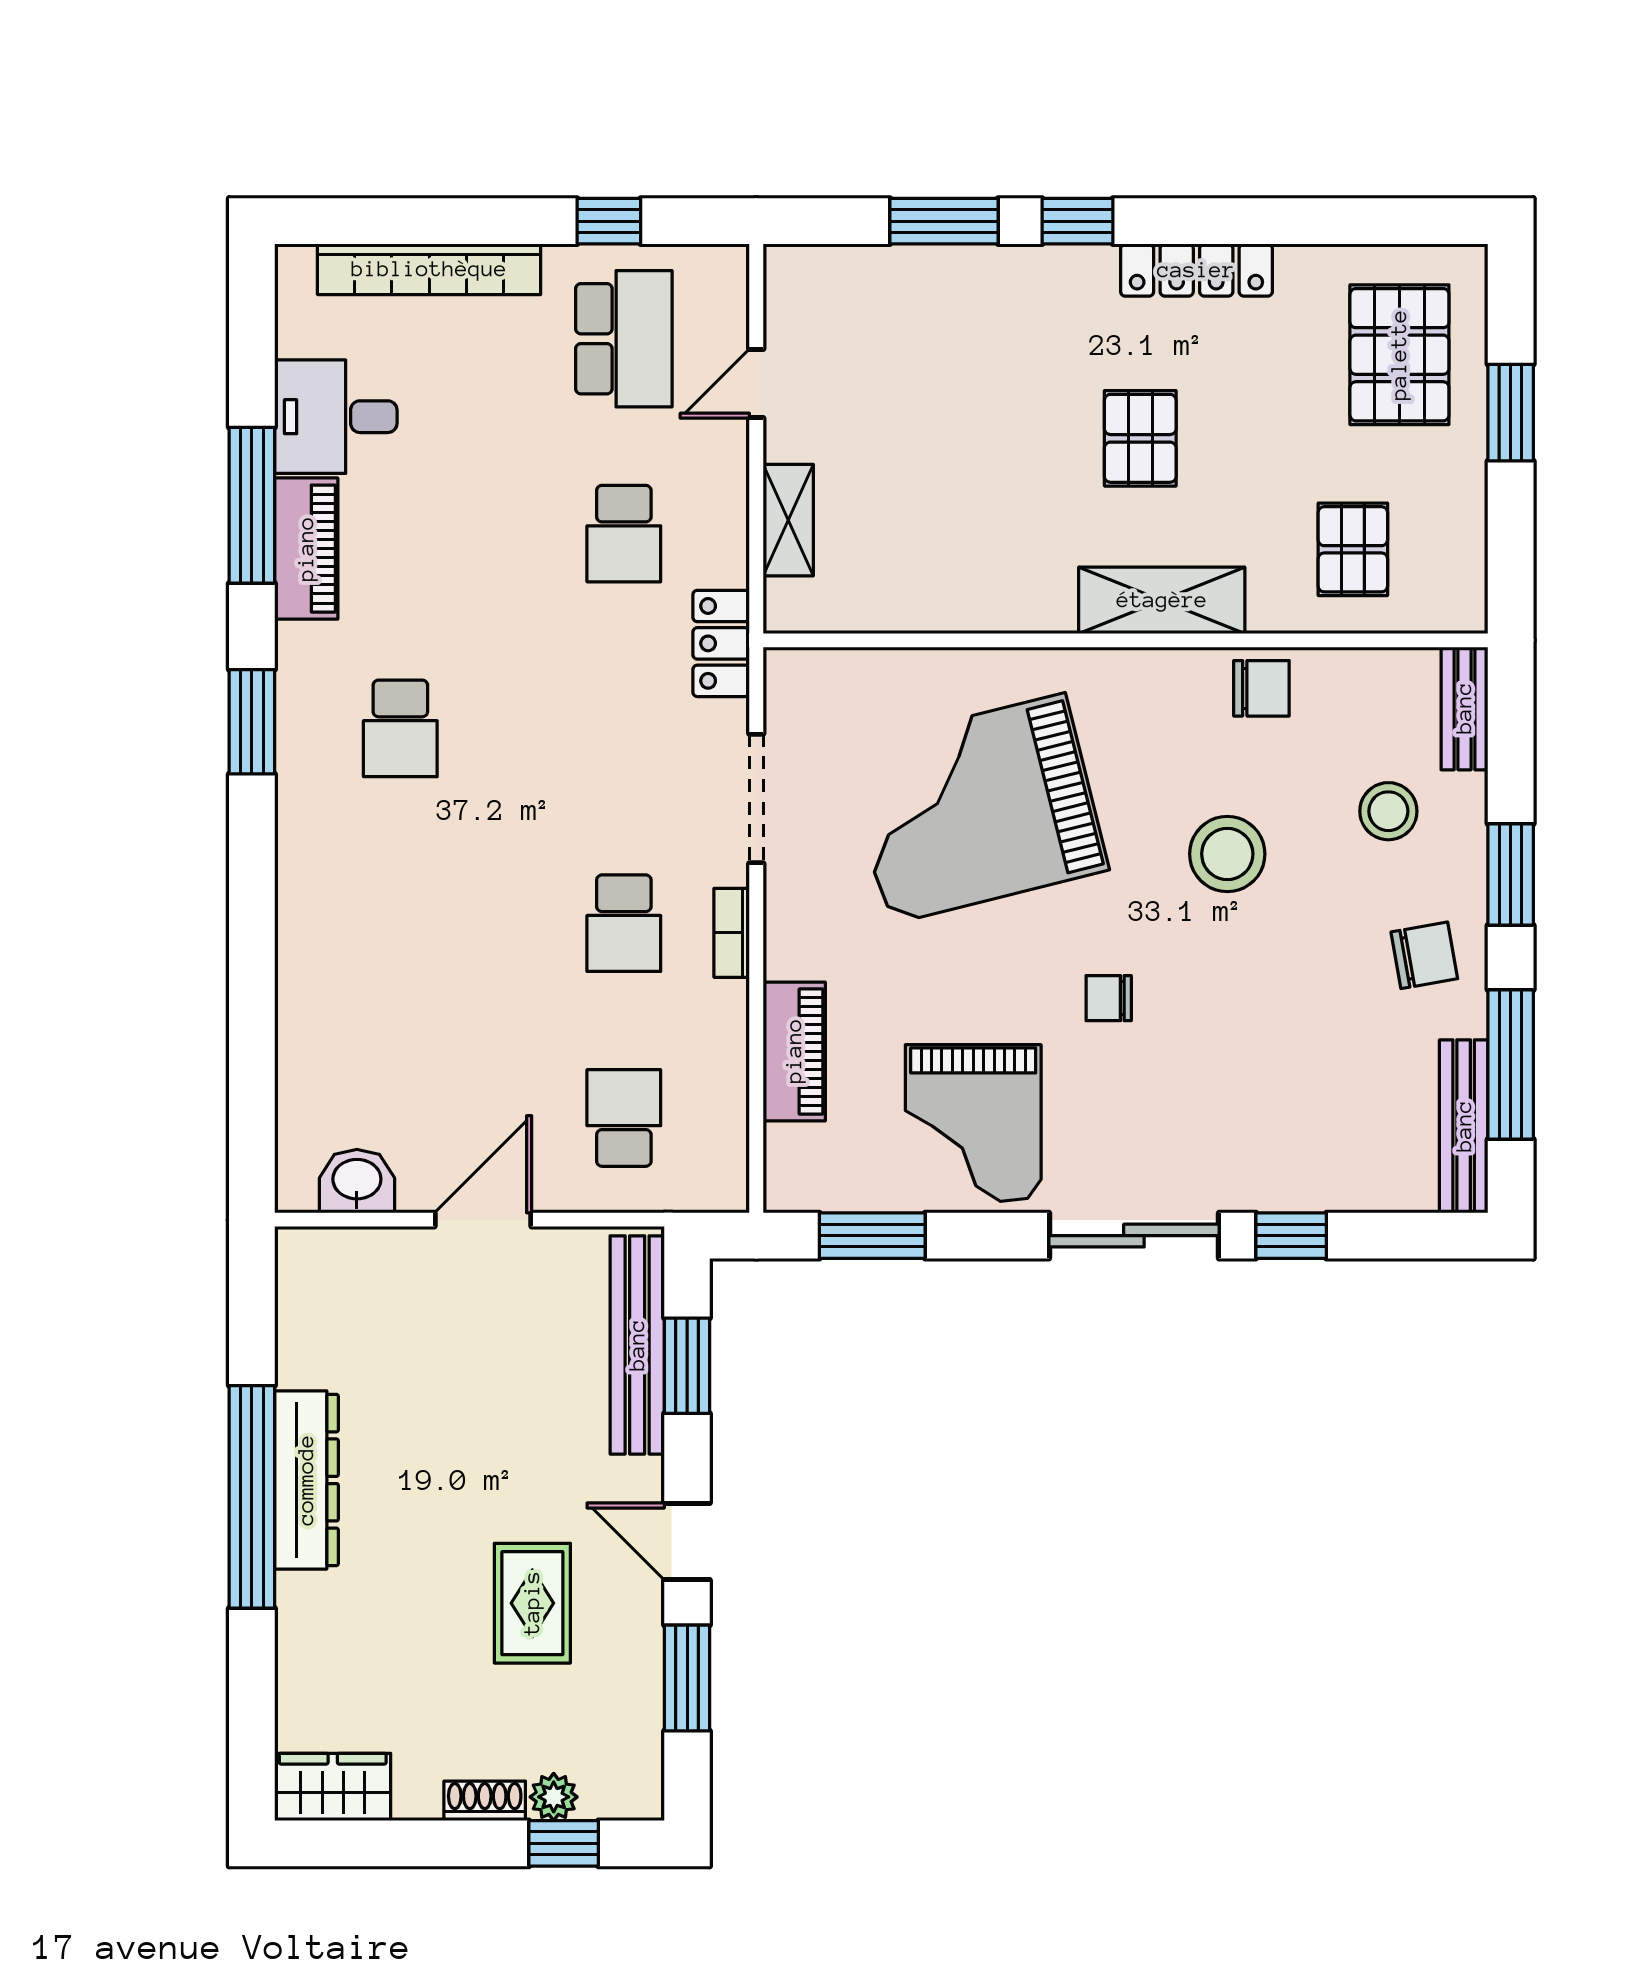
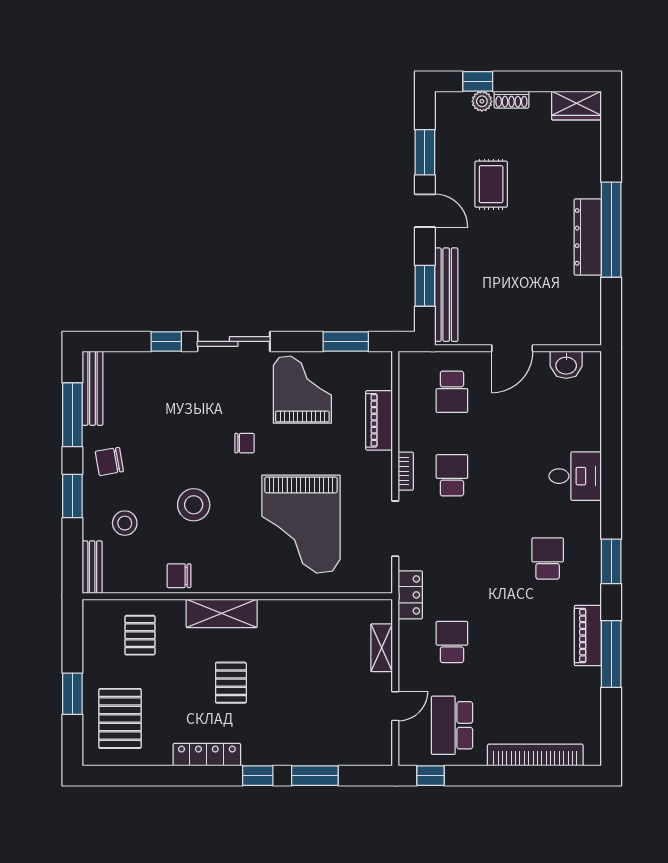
window: (609, 221) -> (431, 776), moved
desk: (336, 417) -> (575, 476), moved
grand piano: (976, 809) -> (301, 524), turned 104

